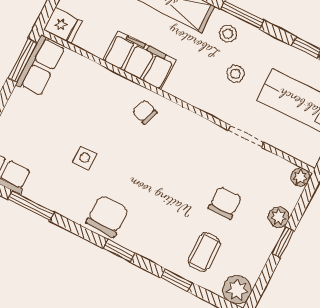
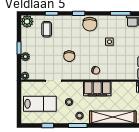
filing cabinet: (139, 60) -> (97, 89), moved
chair: (225, 203) -> (69, 56), moved

